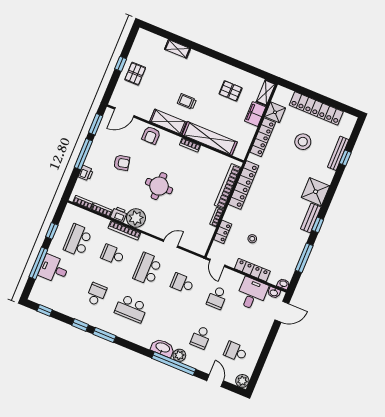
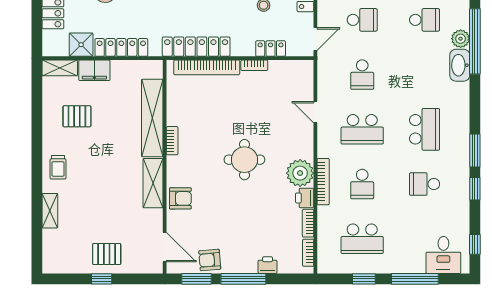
pallet: (231, 91) -> (77, 116), turned 90
trolley: (187, 101) -> (58, 167), moved
armchair: (122, 163) -> (210, 260), moved, turned -83
desk: (54, 269) -> (443, 255), moved

